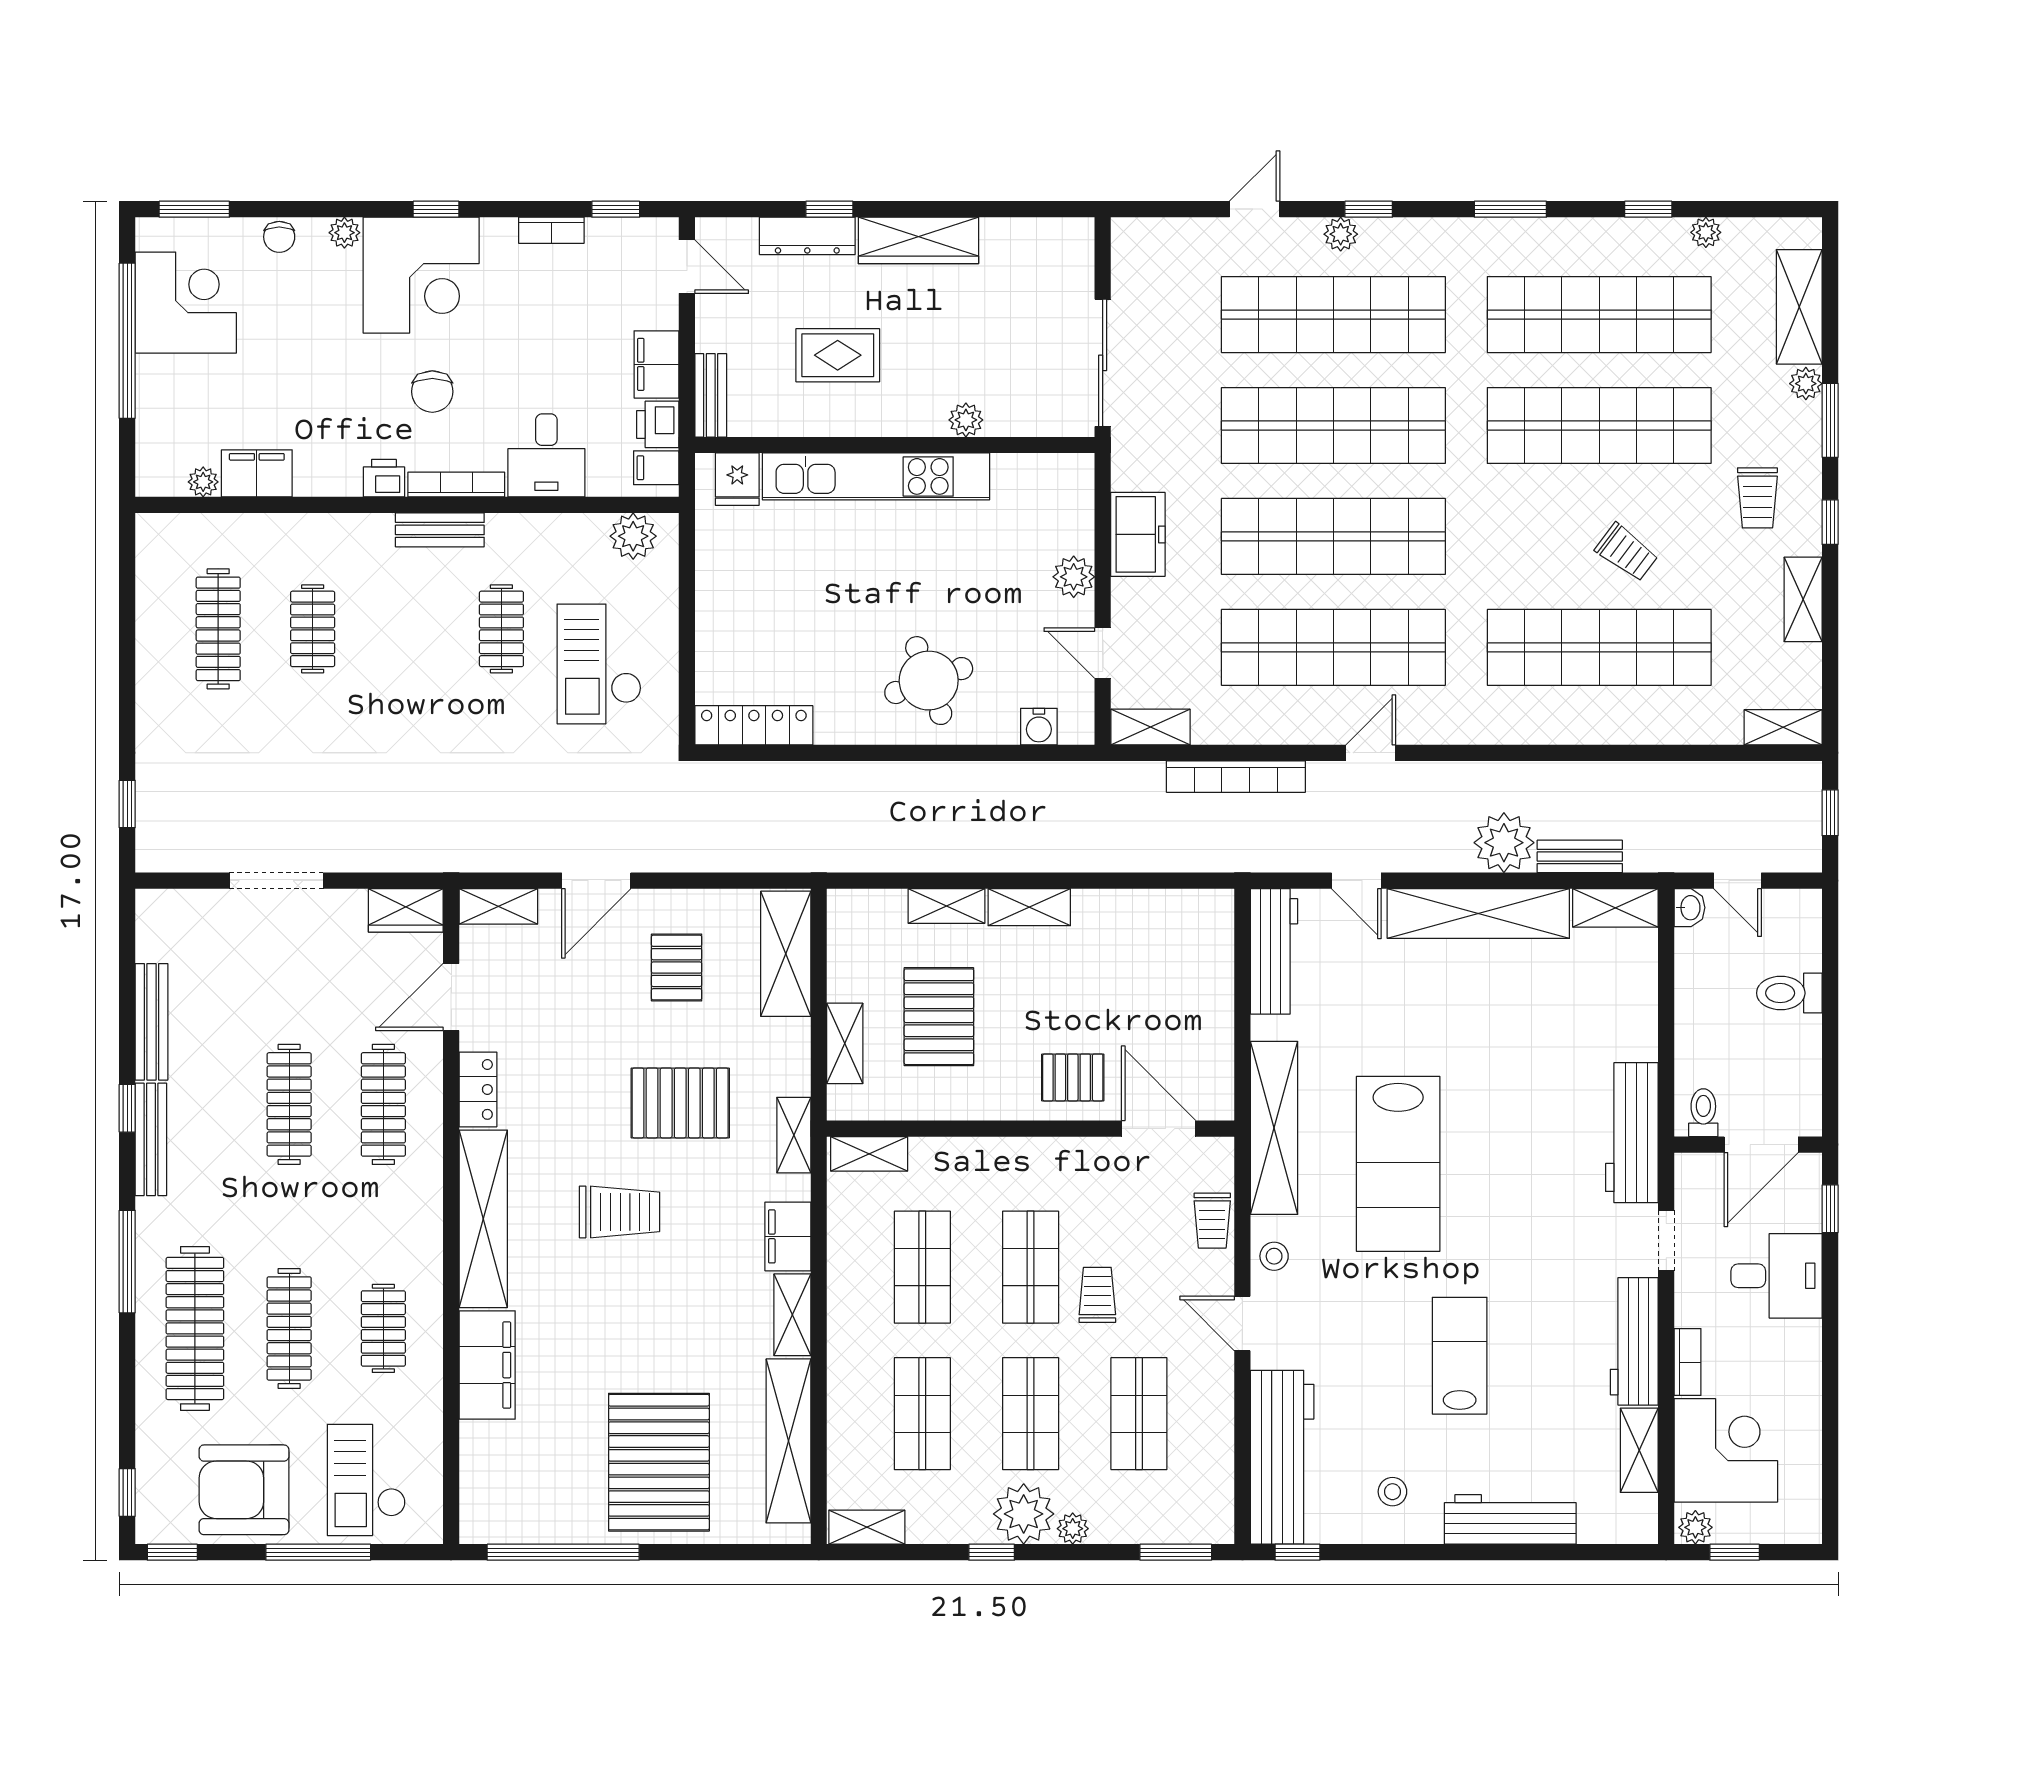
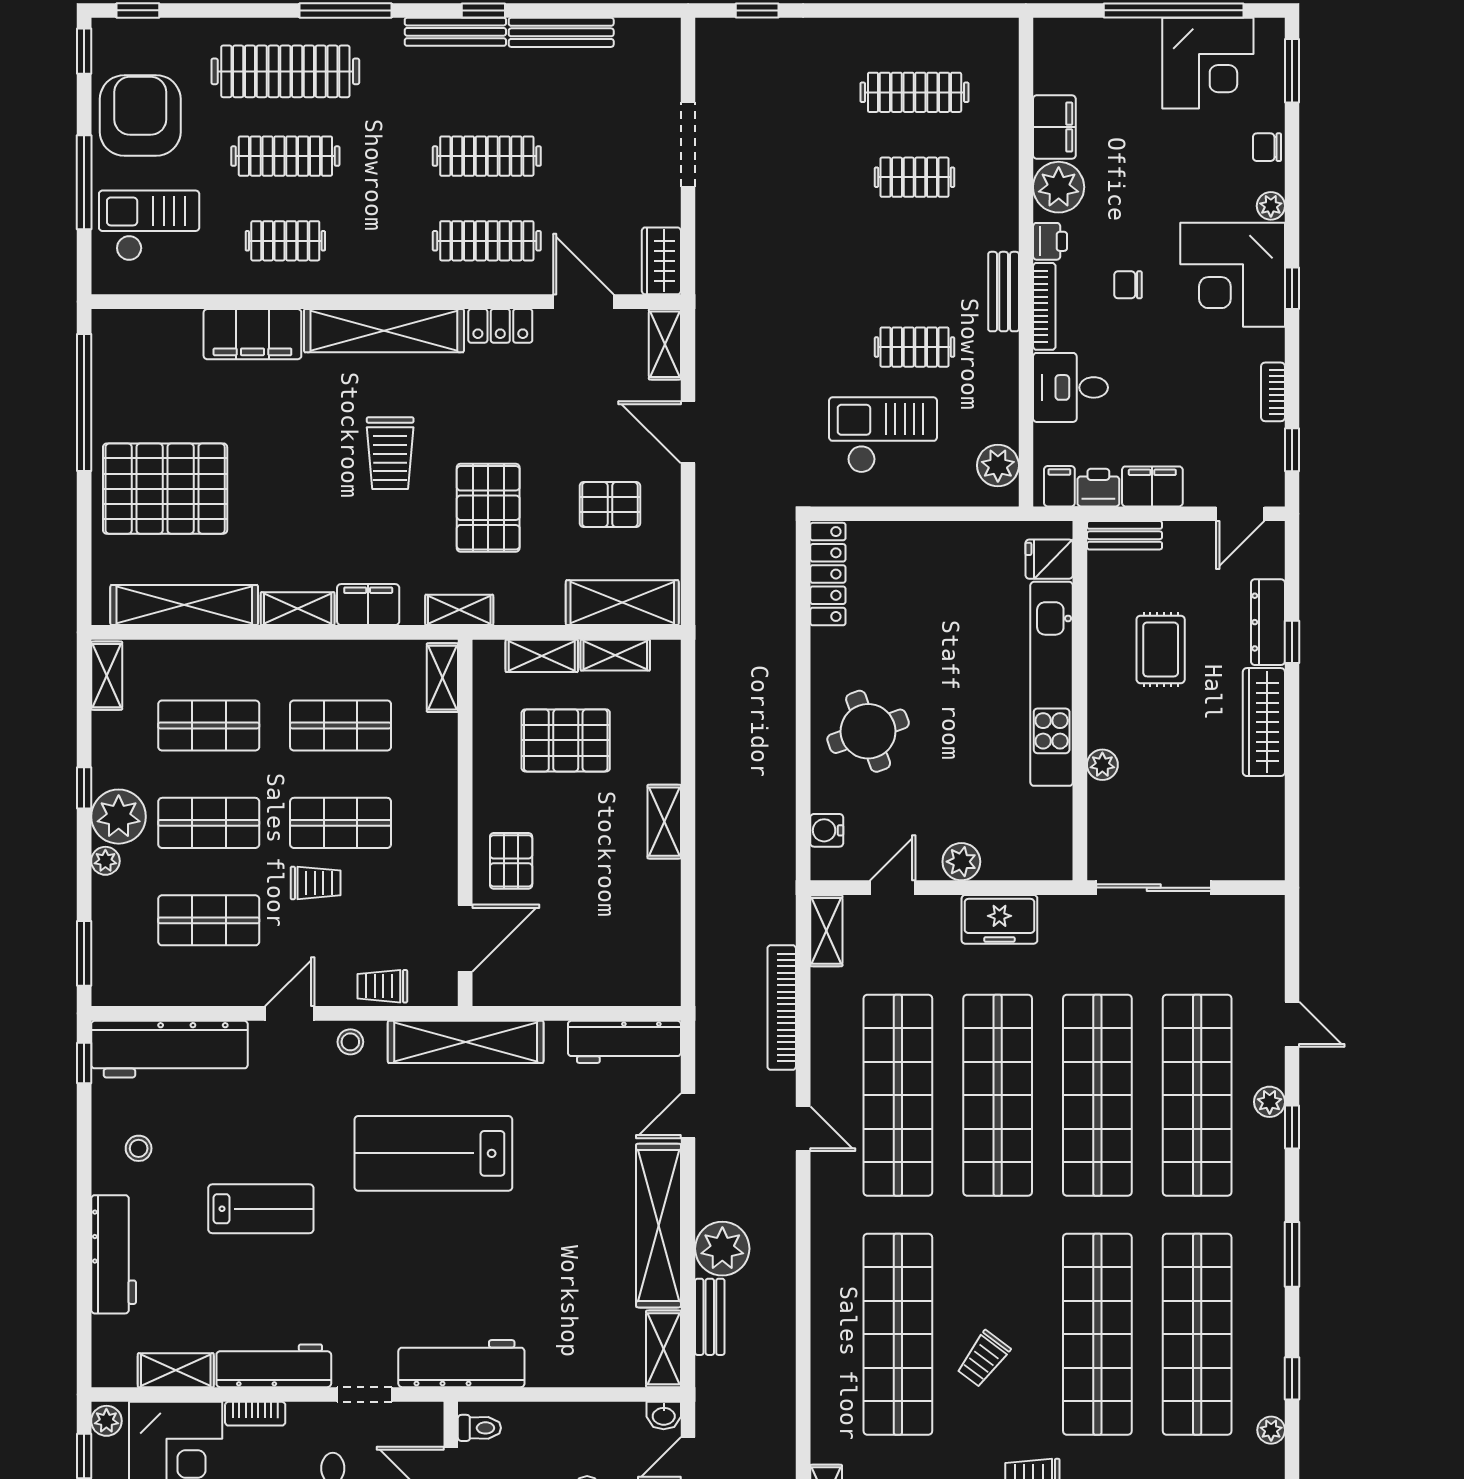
chair: (432, 392) -> (1128, 285), width x0.73, depth x0.73
plant: (203, 482) -> (1059, 187), moved, width x1.87, depth x1.87
shelving: (946, 906) -> (615, 655), moved, turned 90

